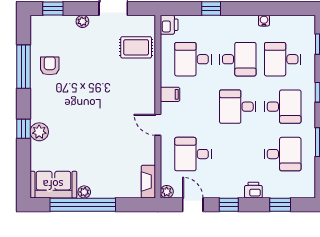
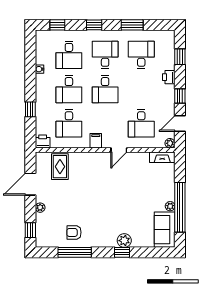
desk: (238, 59) -> (69, 89), turned 180

